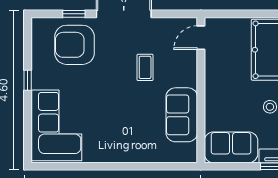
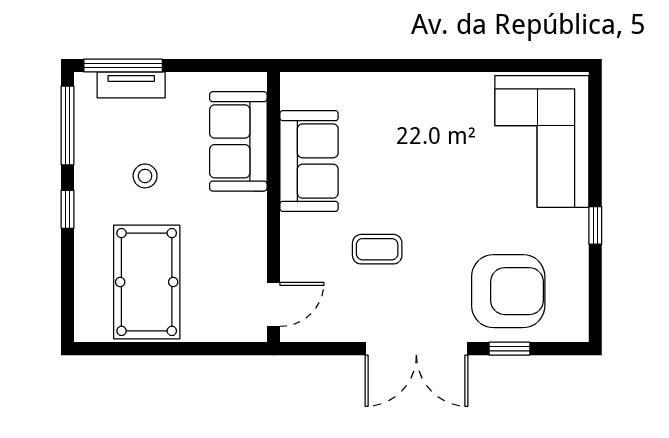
coffee table: (145, 67) -> (377, 249), turned 90
sofa: (231, 147) -> (238, 141), moved, turned 90

